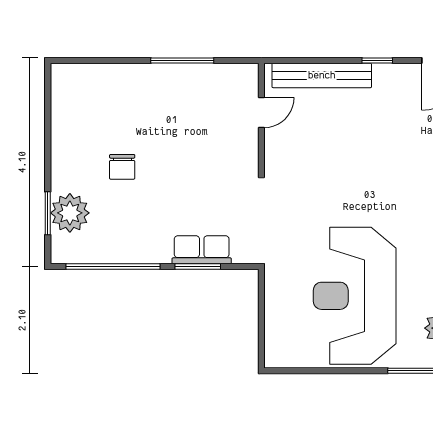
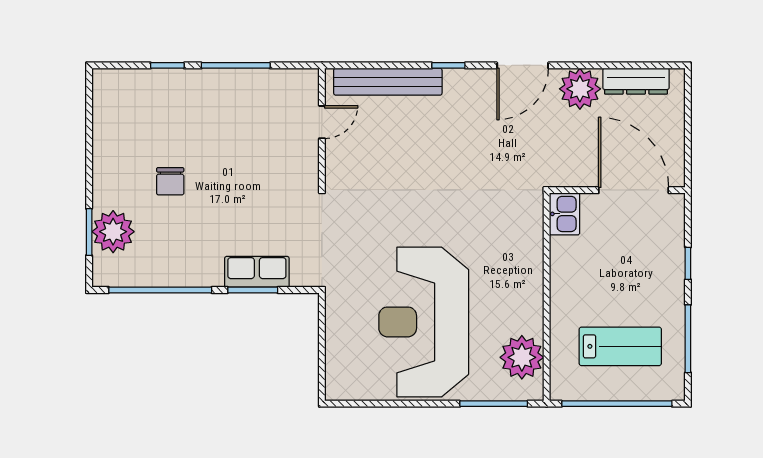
window: (120, 61) -> (167, 65), added

